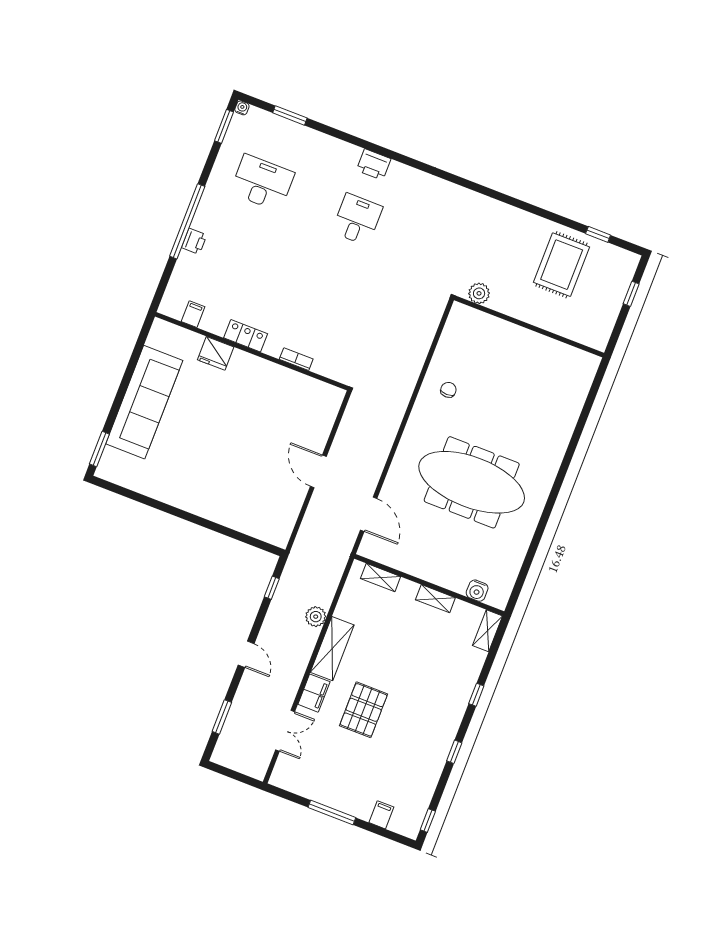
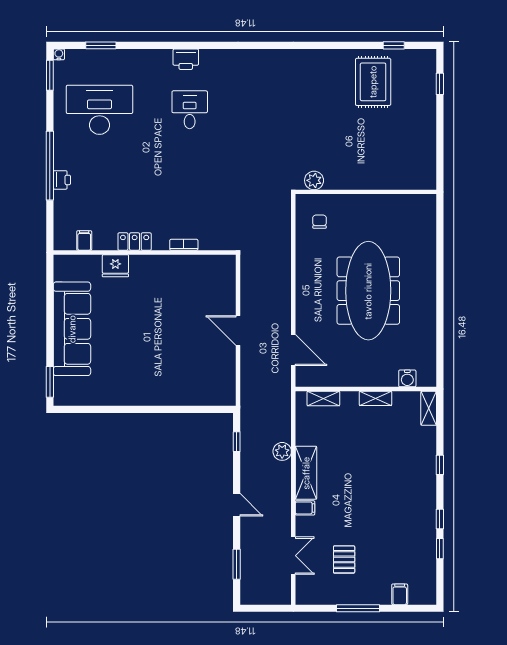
desk: (262, 183) -> (99, 110), width x1.36, depth x1.30
plant: (479, 293) -> (314, 180), moved
wall: (529, 327) -> (366, 192), moved
meeting table: (472, 482) -> (368, 291), turned 90
filing cabinet: (314, 693) -> (305, 508), width x0.50
pallet: (364, 710) -> (344, 559), moved, width x0.67, depth x0.71
window: (428, 821) -> (440, 549), moved

